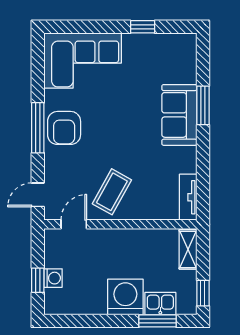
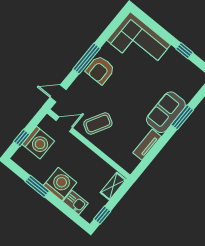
tv unit: (188, 197) -> (147, 145), moved
washing machine: (53, 278) -> (38, 143), width x1.89, depth x1.89
window: (157, 321) -> (37, 186), moved

